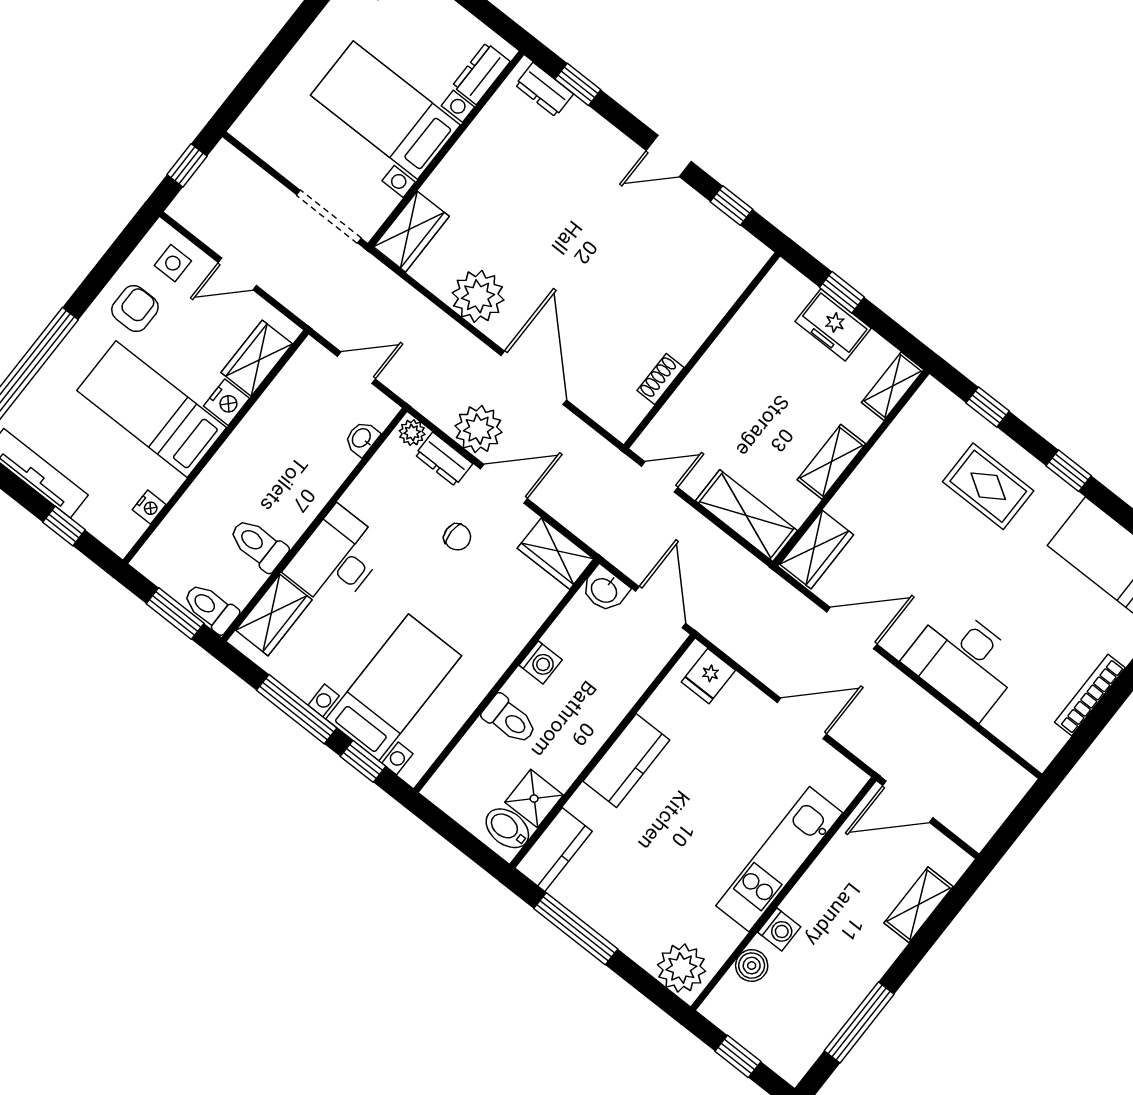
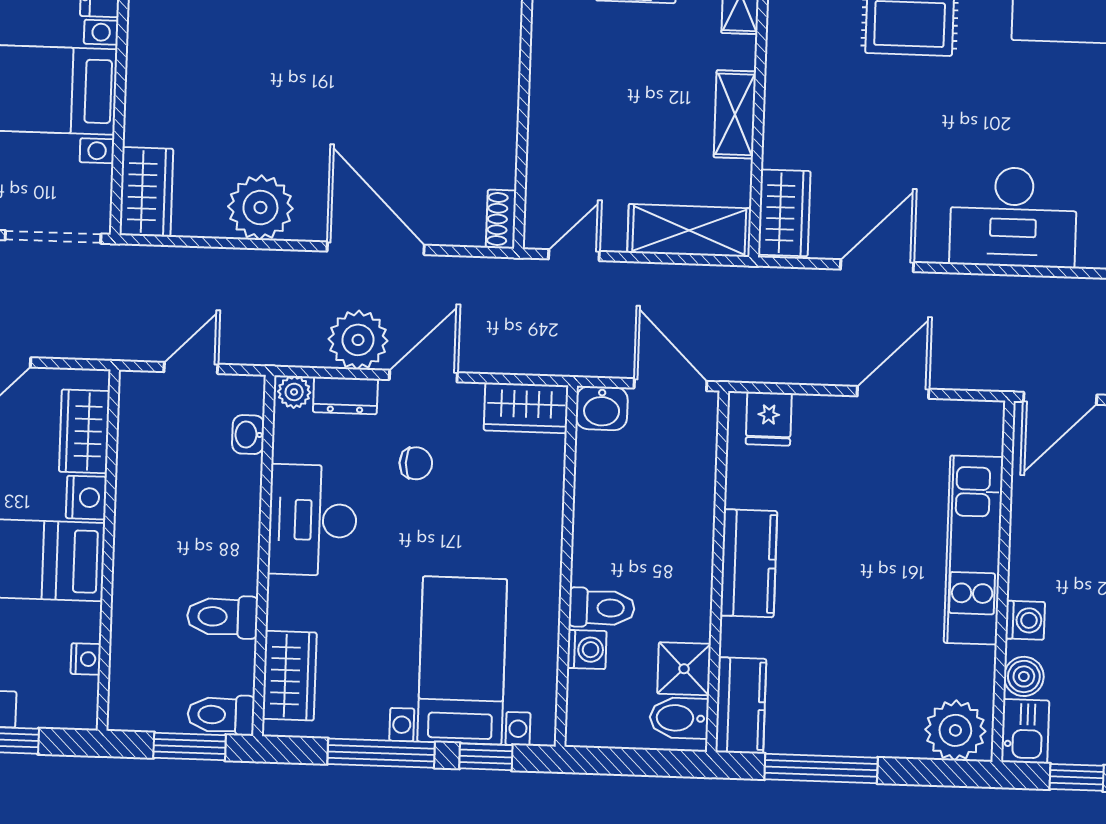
shoe rack: (660, 379) -> (501, 219), moved
desk: (336, 559) -> (313, 520), moved
washing machine: (541, 662) -> (587, 649), moved
kitchen sink: (726, 1002) -> (1025, 731), added

